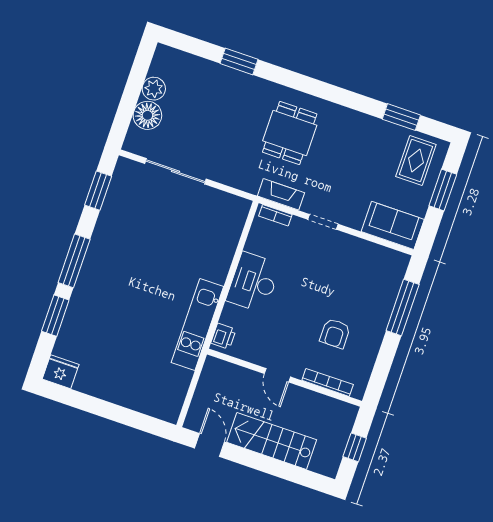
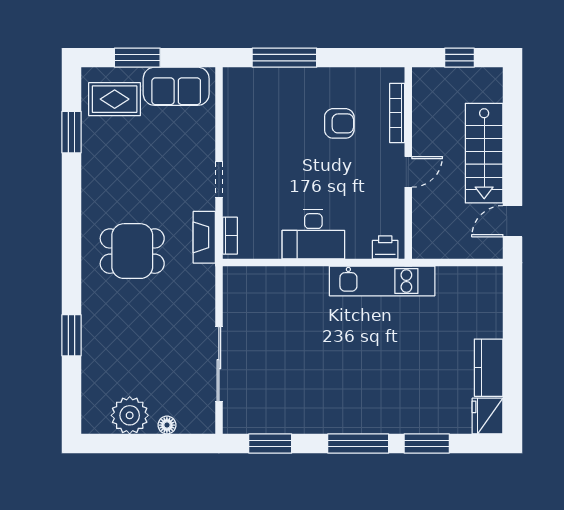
plant: (154, 89) -> (130, 415), width x1.36, depth x1.36
floor lamp: (147, 115) -> (167, 425), width x0.53, depth x0.53
sofa: (393, 225) -> (176, 86), moved, turned -90
kitchen counter: (99, 386) -> (489, 368), added

